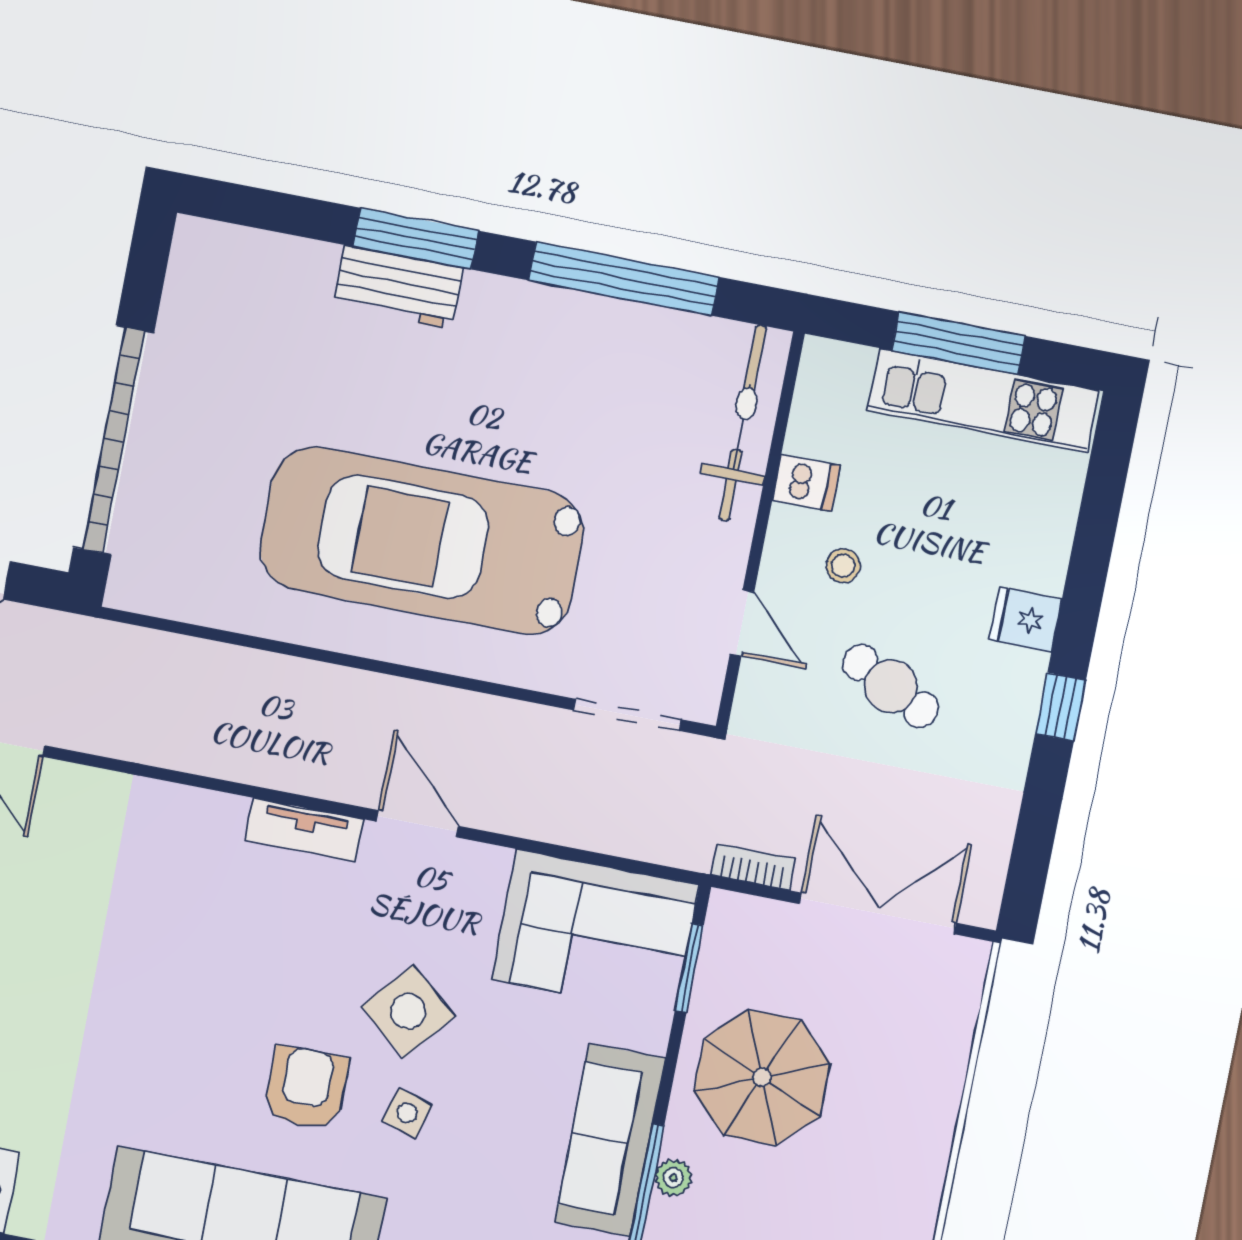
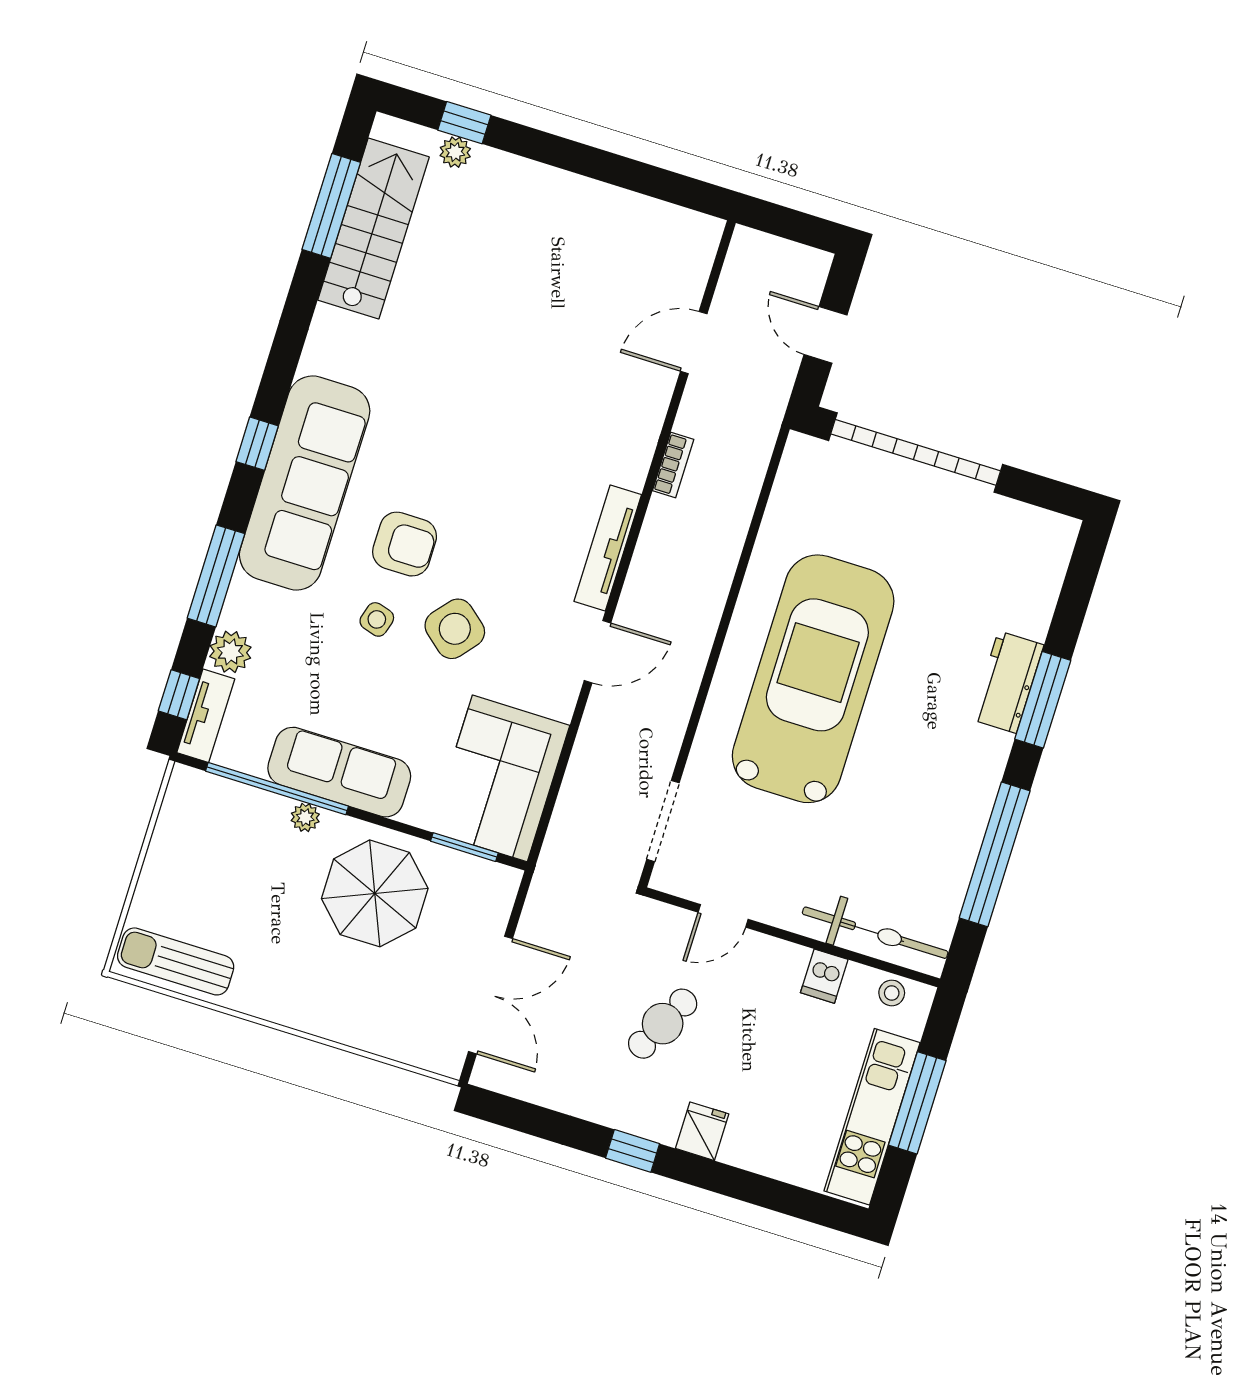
stool: (843, 566) -> (892, 993), moved
tv unit: (304, 830) -> (608, 548), width x1.41
bookcase: (753, 867) -> (673, 465), moved

